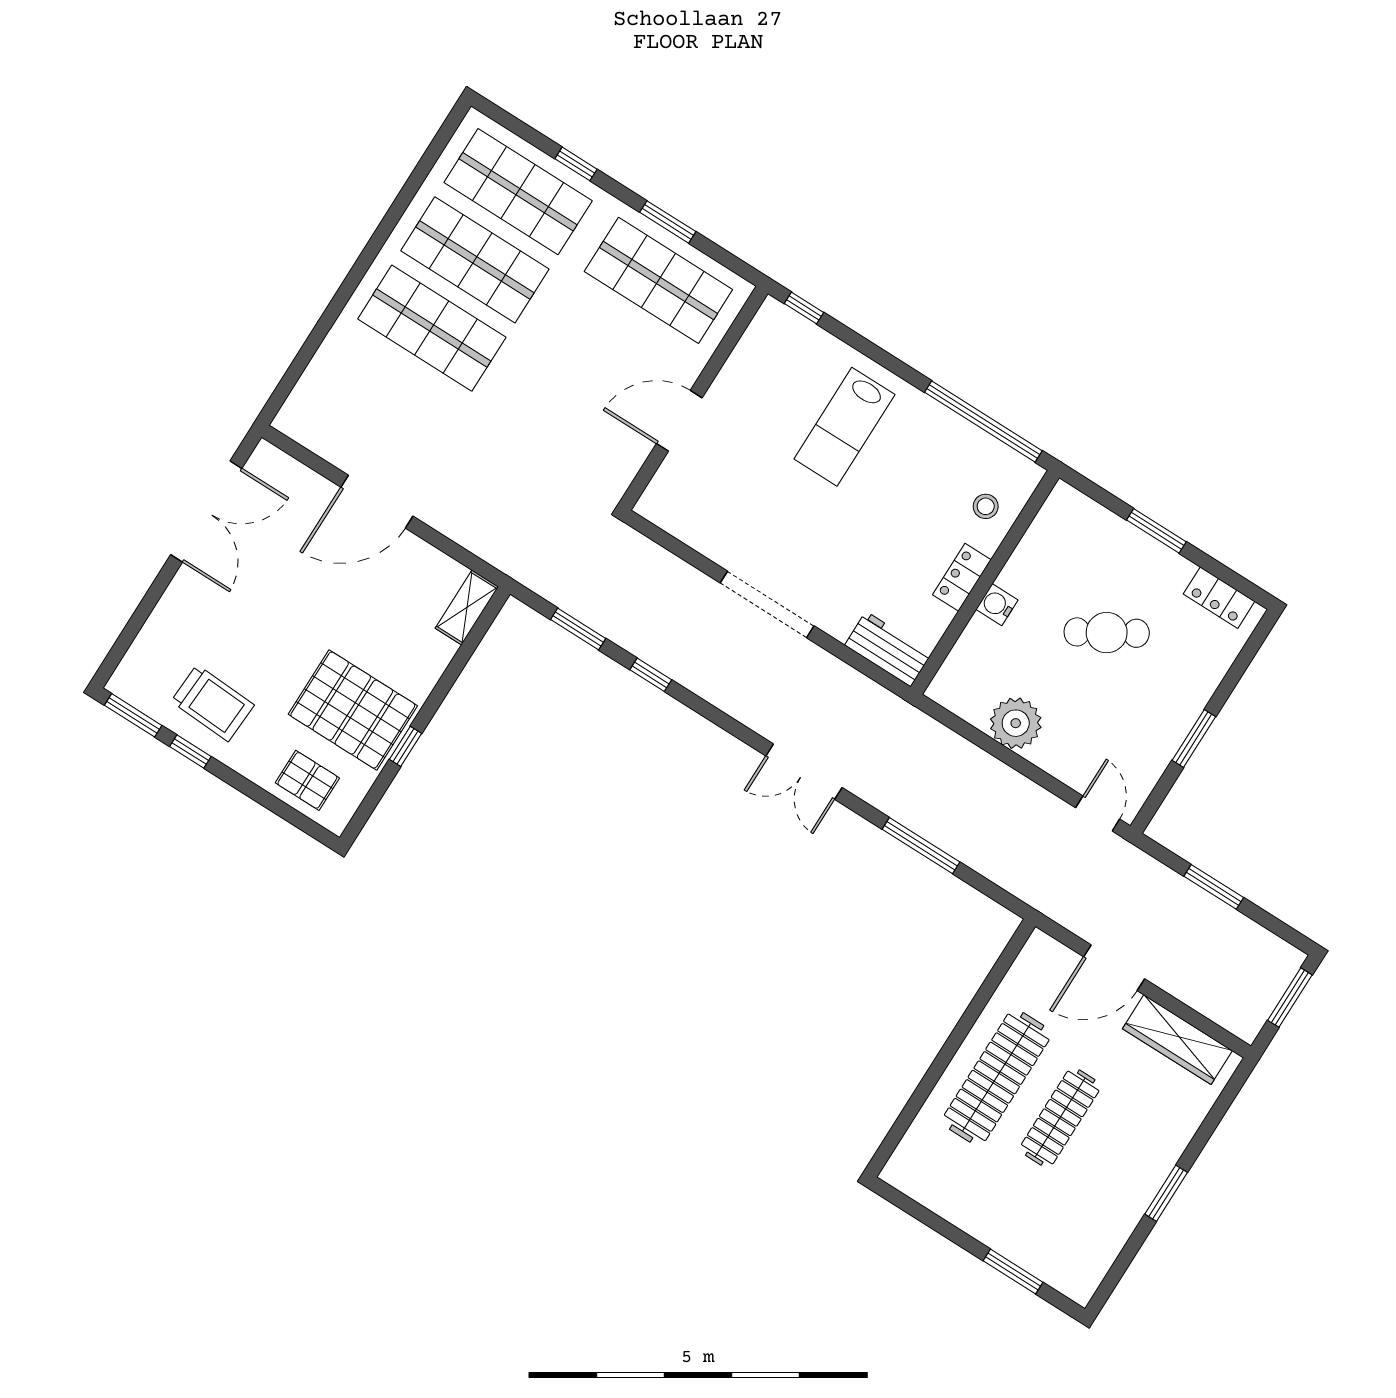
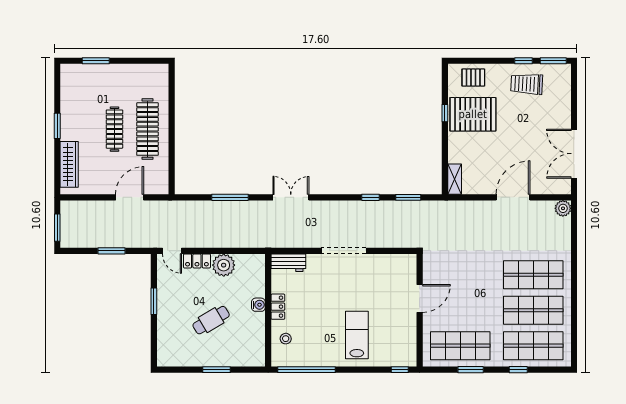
plant: (294, 420) -> (563, 208), added
locker: (1219, 598) -> (197, 261), moved, turned 180
wardrobe: (1177, 1040) -> (69, 164), moved, turned 90

